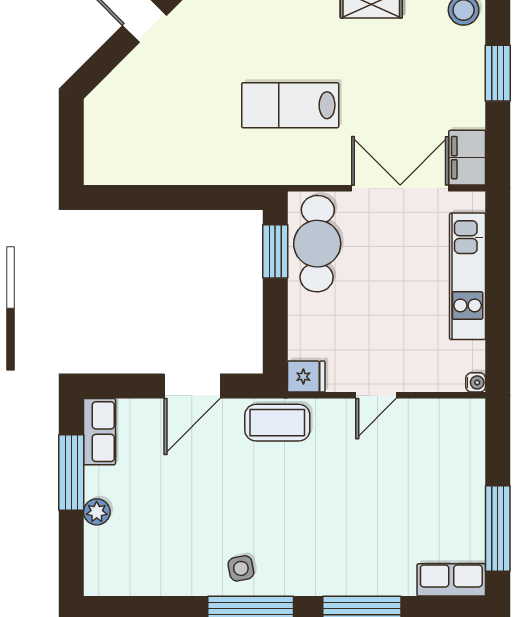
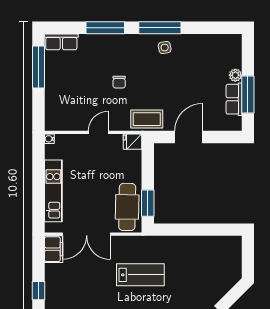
window: (498, 73) -> (39, 291), width x0.67
row of seats: (99, 432) -> (234, 99), moved
chair: (334, 498) -> (119, 82), added

